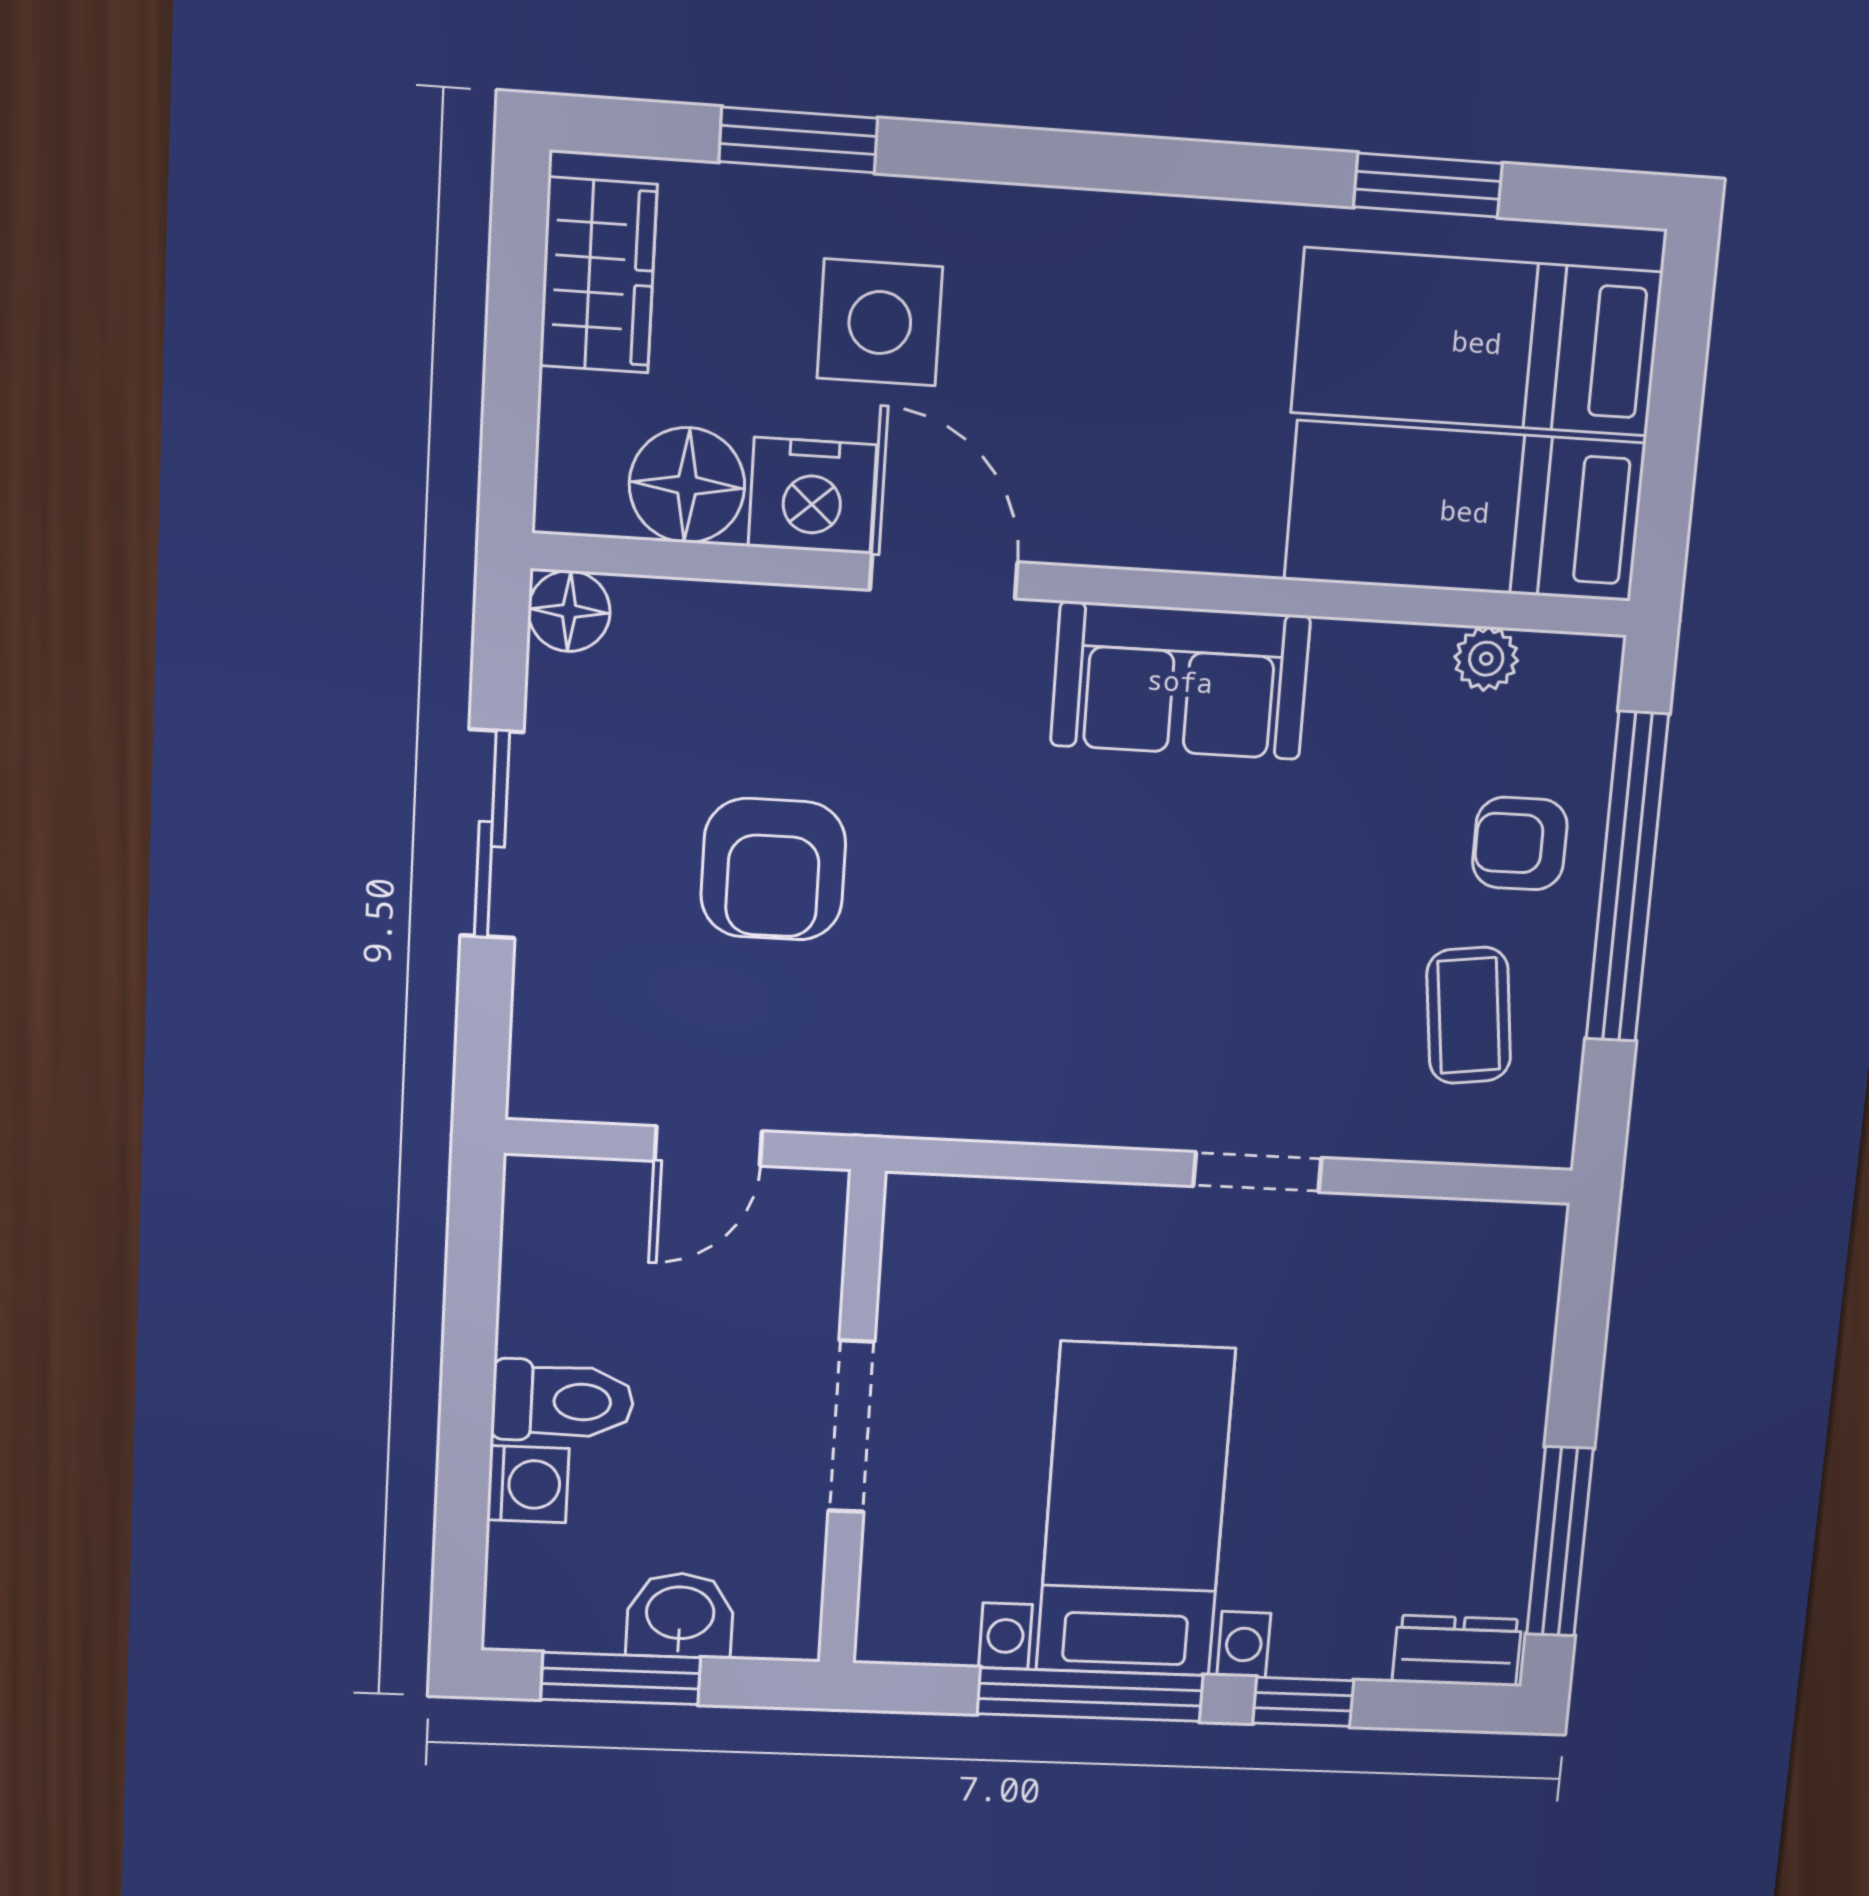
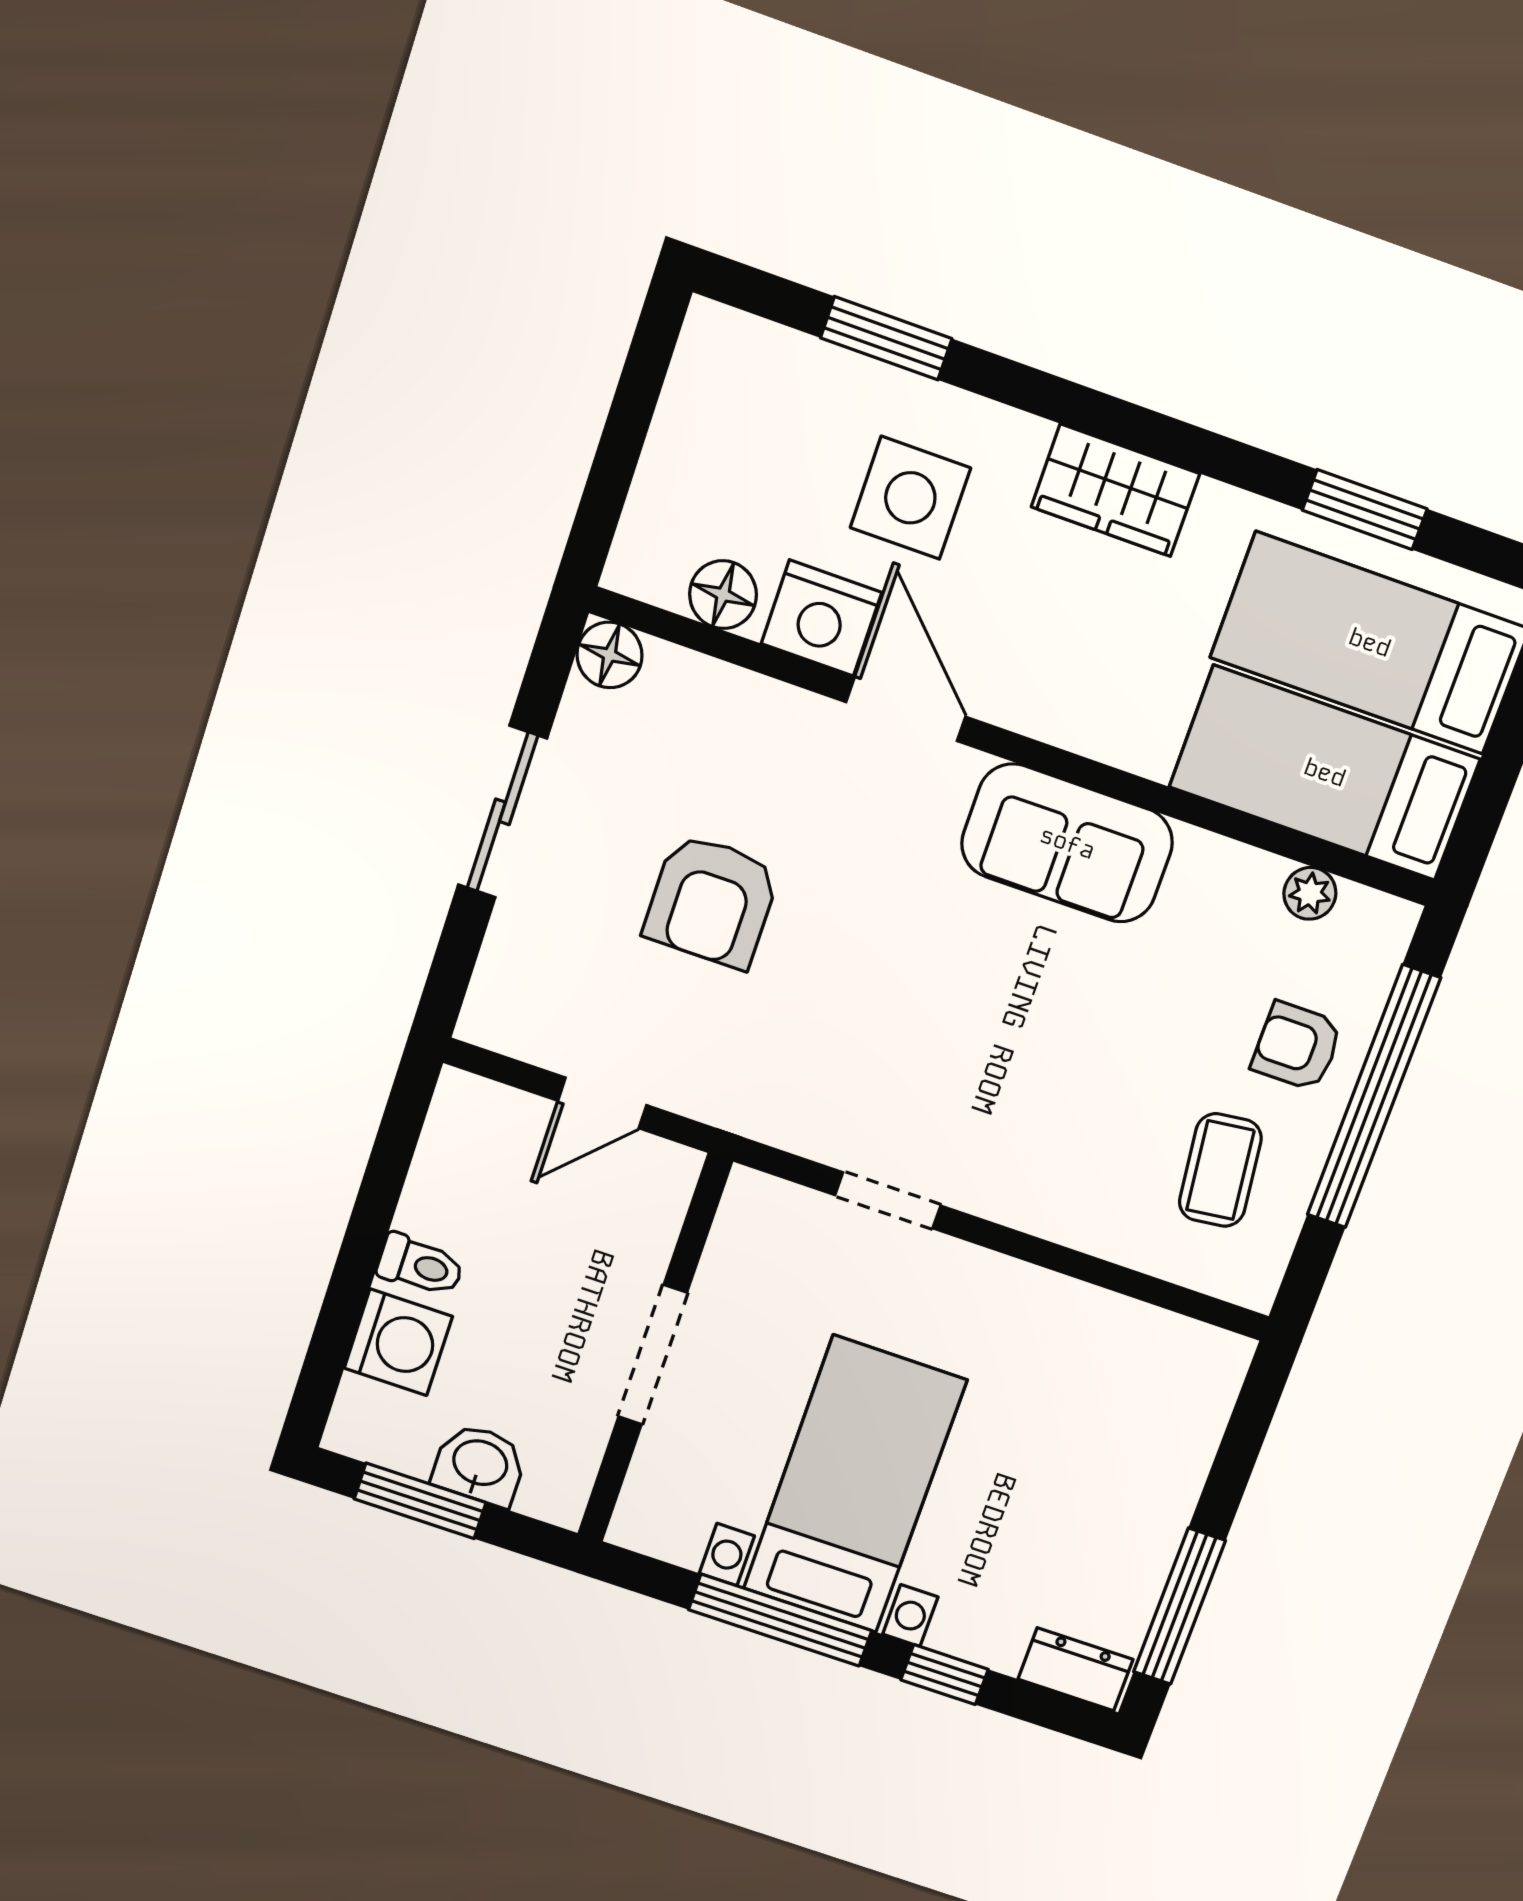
wardrobe: (598, 275) -> (1115, 490), moved, turned 90
floor lamp: (687, 485) -> (723, 595), width x0.73, depth x0.73
doorway: (1257, 1172) -> (888, 1200), moved
toilet: (563, 1401) -> (420, 1265), width x0.73, depth x0.72
washing machine: (528, 1484) -> (398, 1342), width x1.38, depth x1.38

